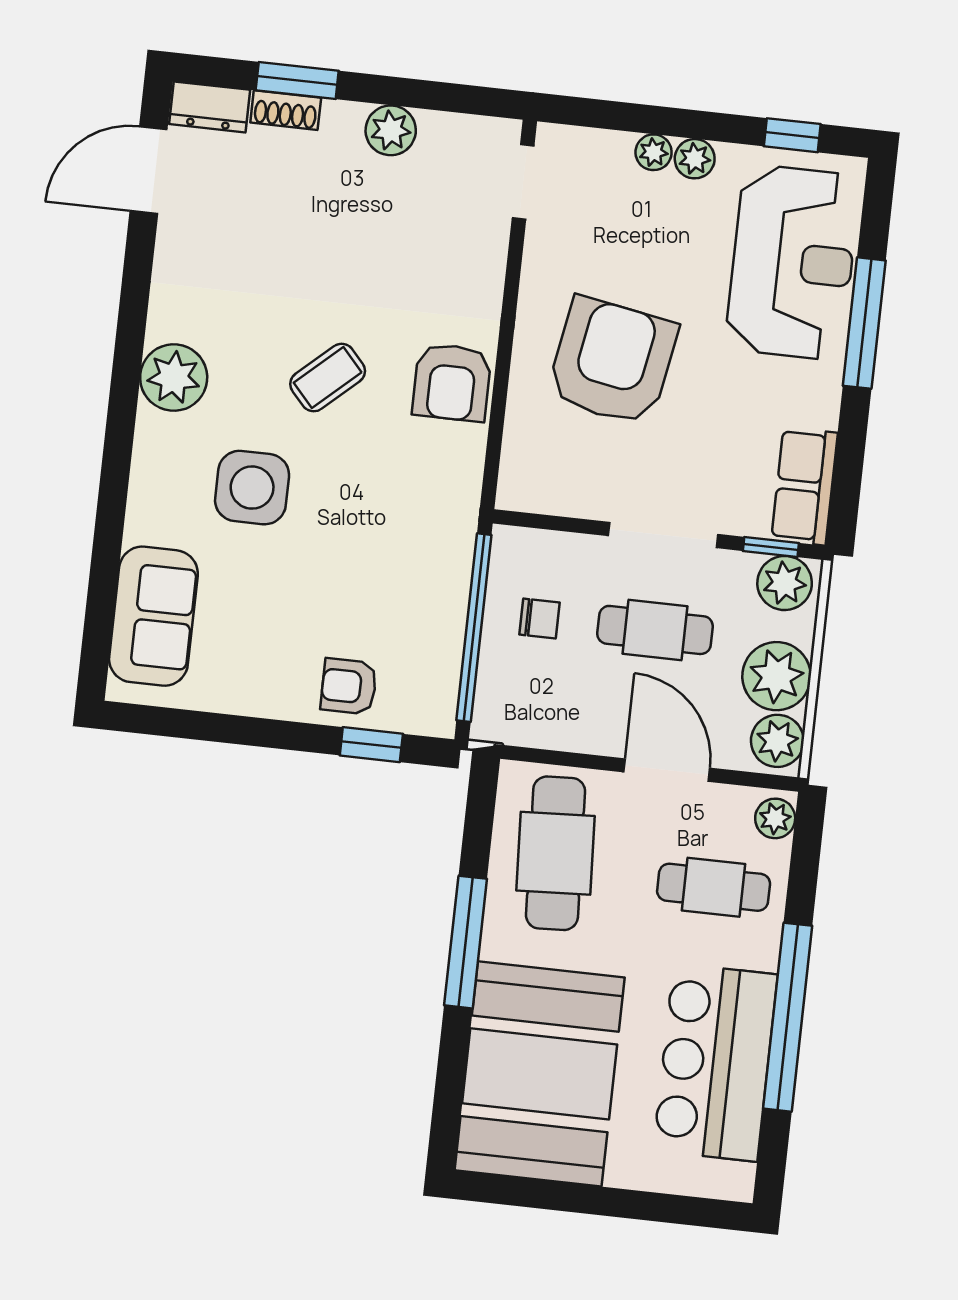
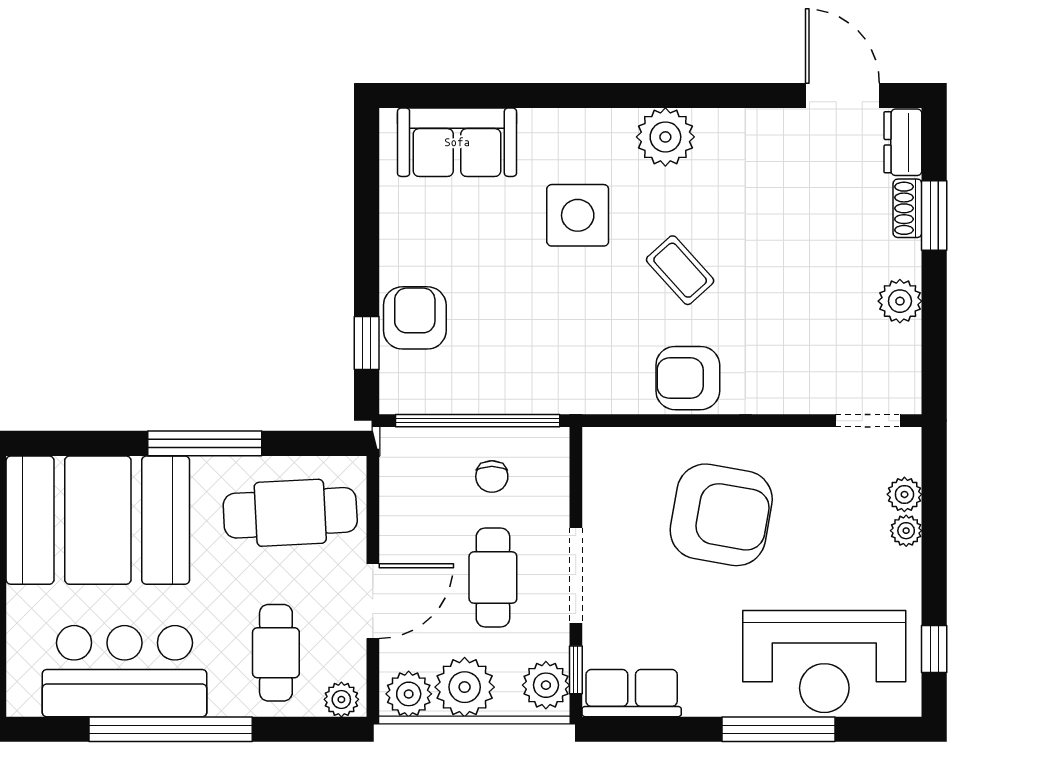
plant: (695, 159) -> (904, 494), moved
armchair: (349, 686) -> (415, 318), width x1.38, depth x1.38

